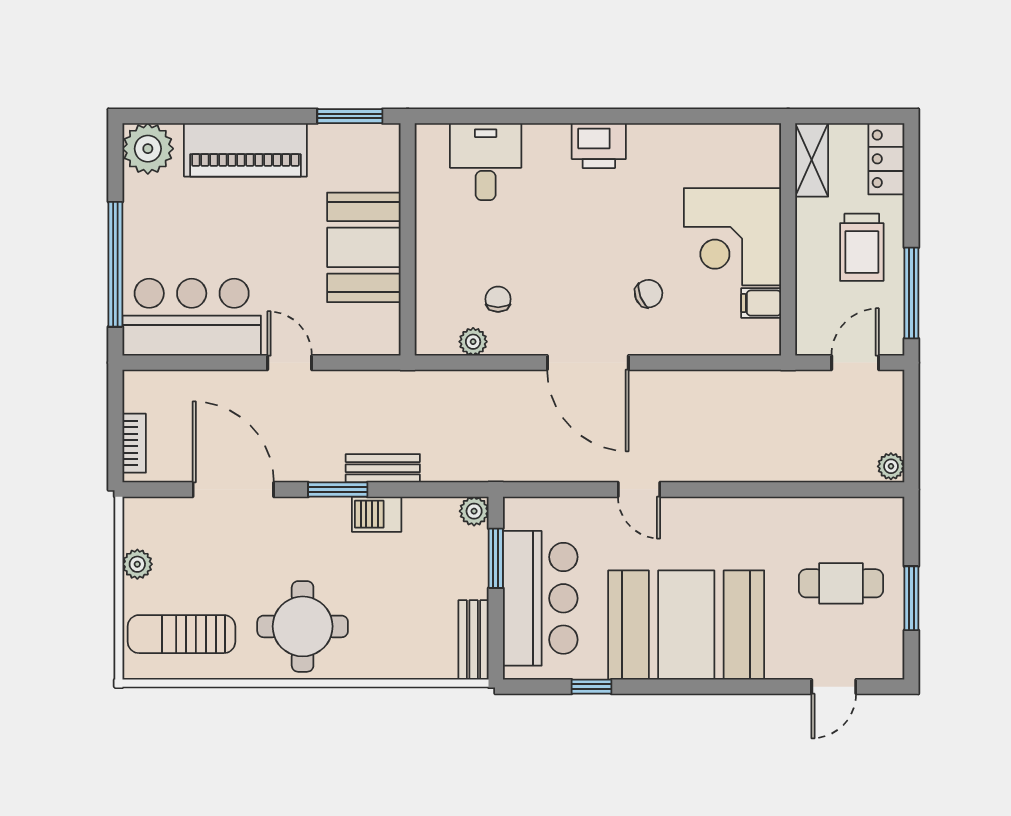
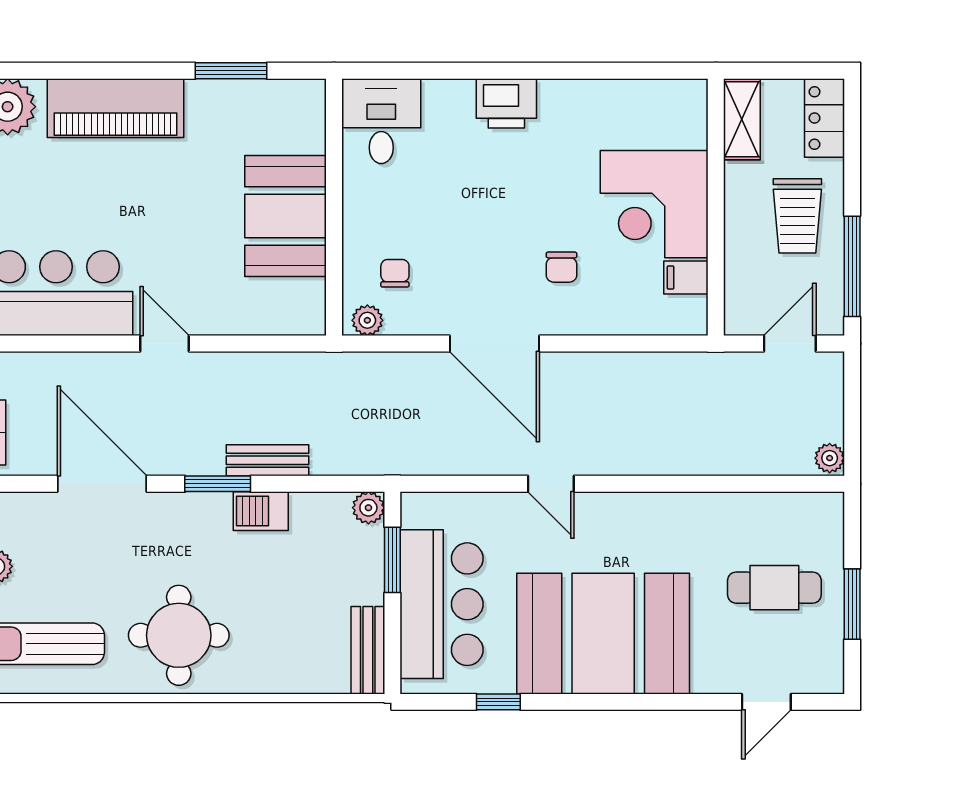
wall: (408, 239) -> (334, 207), moved
booth: (364, 247) -> (285, 216), moved
chair: (649, 294) -> (561, 267), turned 111

